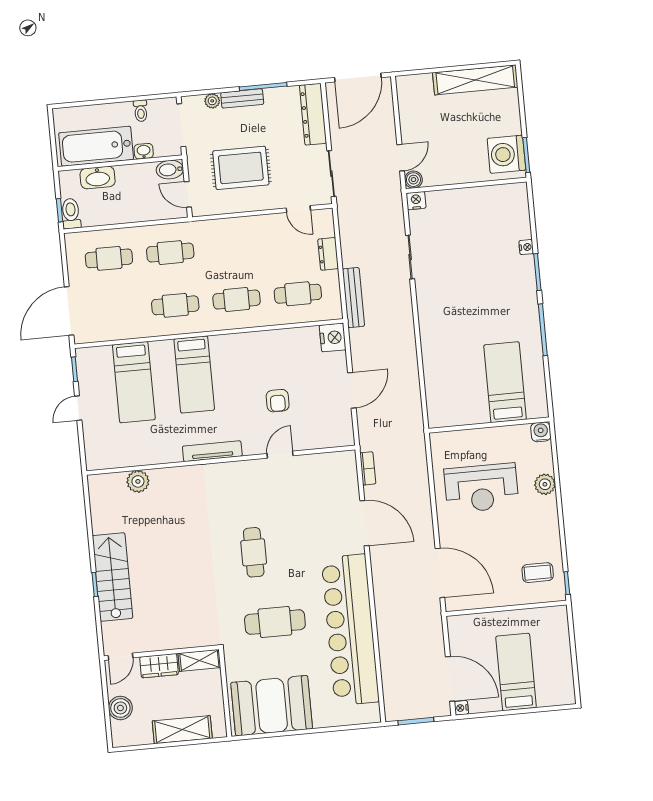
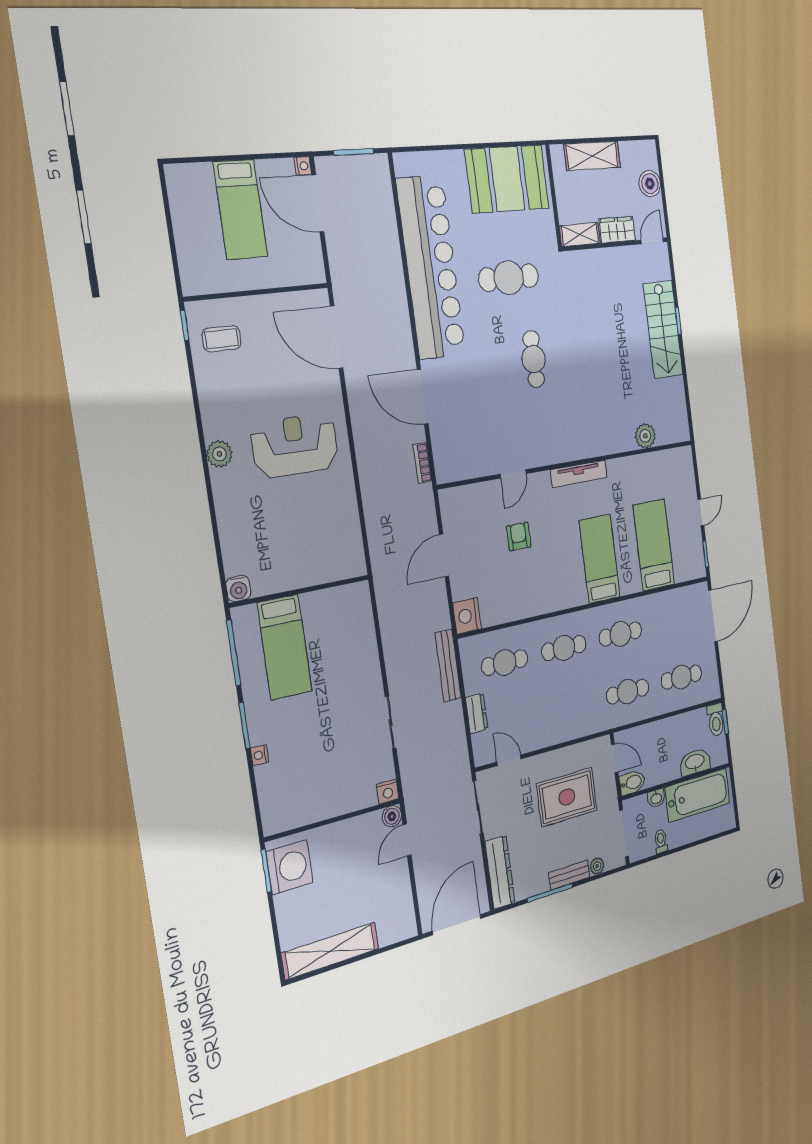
bed: (505, 382) -> (285, 647), moved
wall: (489, 425) -> (300, 591), moved
water cooler: (541, 432) -> (238, 589), moved

